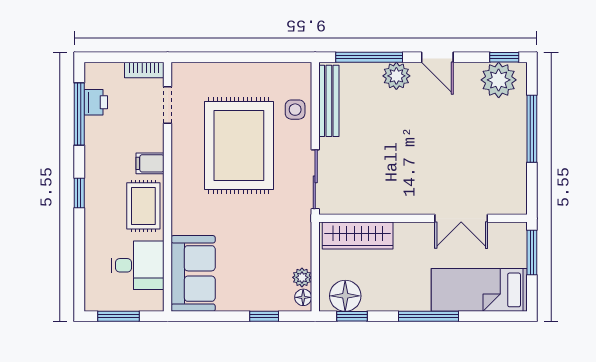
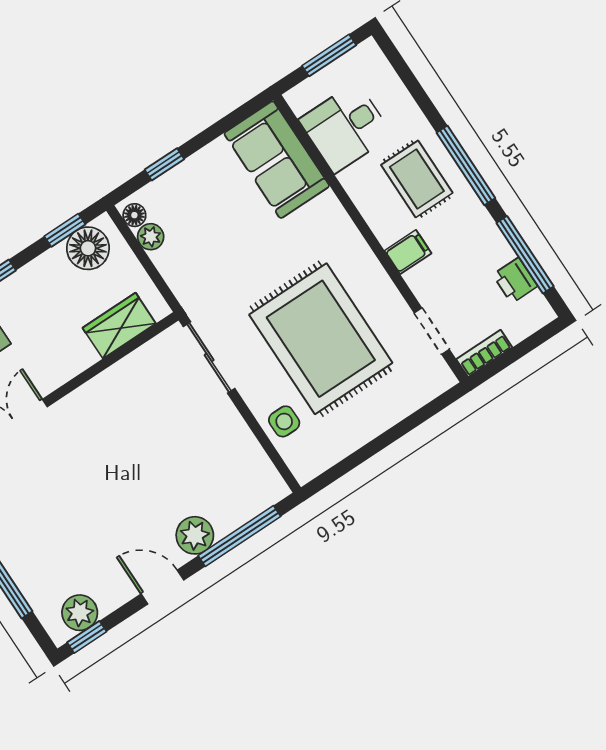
plant: (499, 80) -> (80, 613), width x0.73, depth x0.73
bench: (329, 101) -> (253, 457), removed
window: (79, 193) -> (466, 165), width x2.17
rug: (143, 206) -> (417, 179), moved
wardrobe: (358, 236) -> (119, 326), width x0.67

